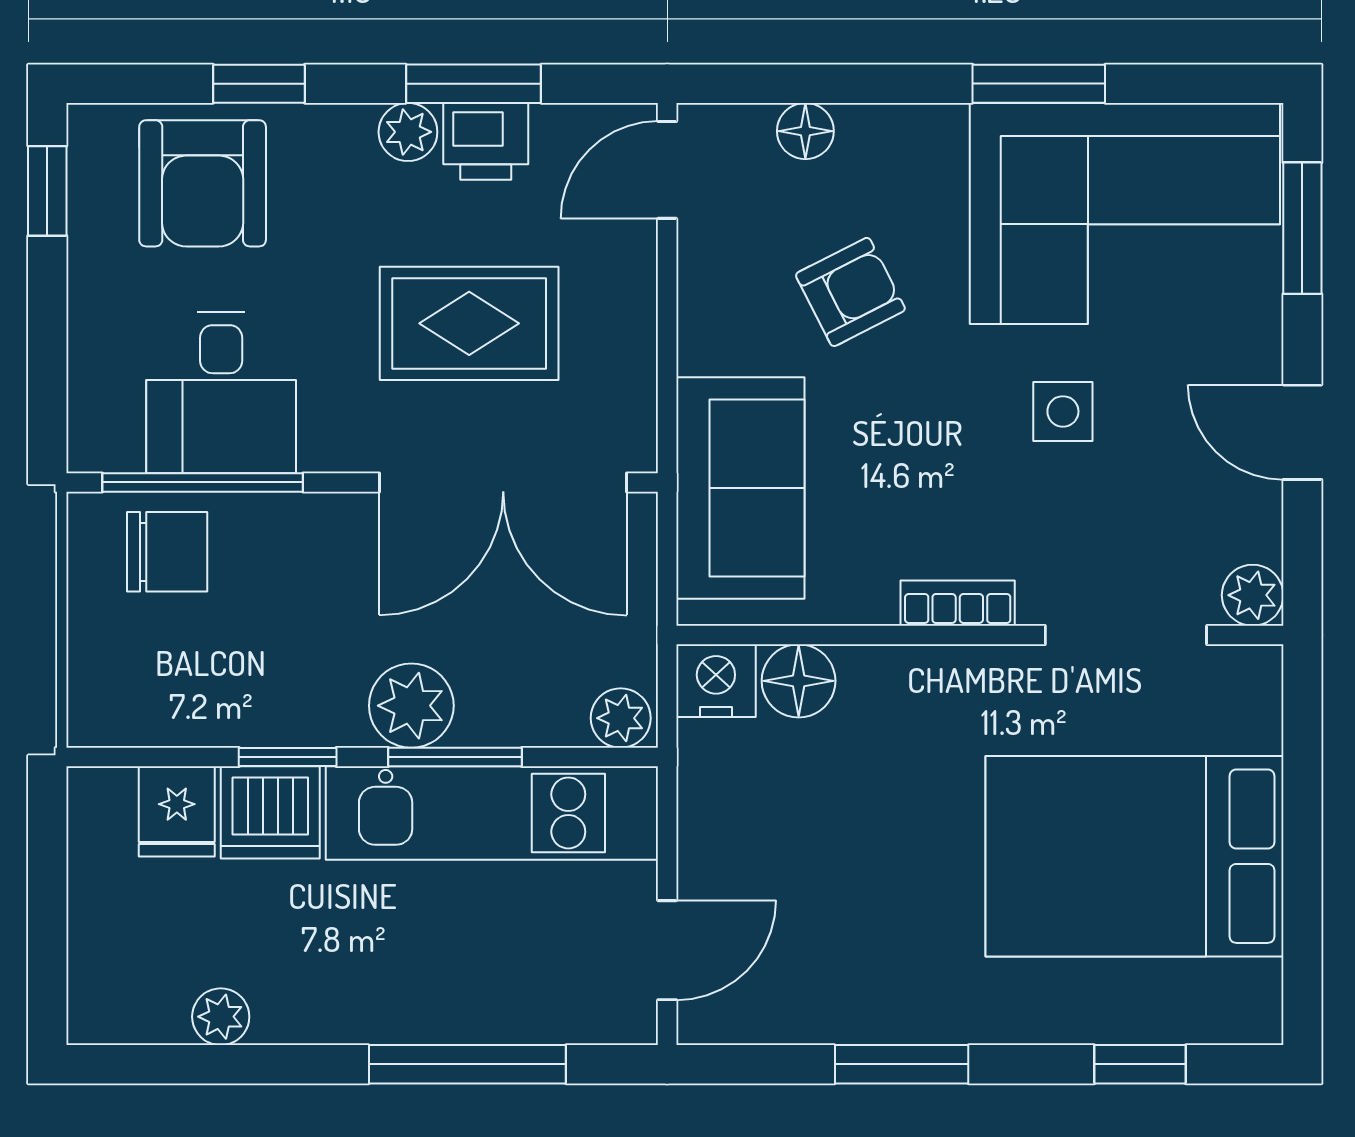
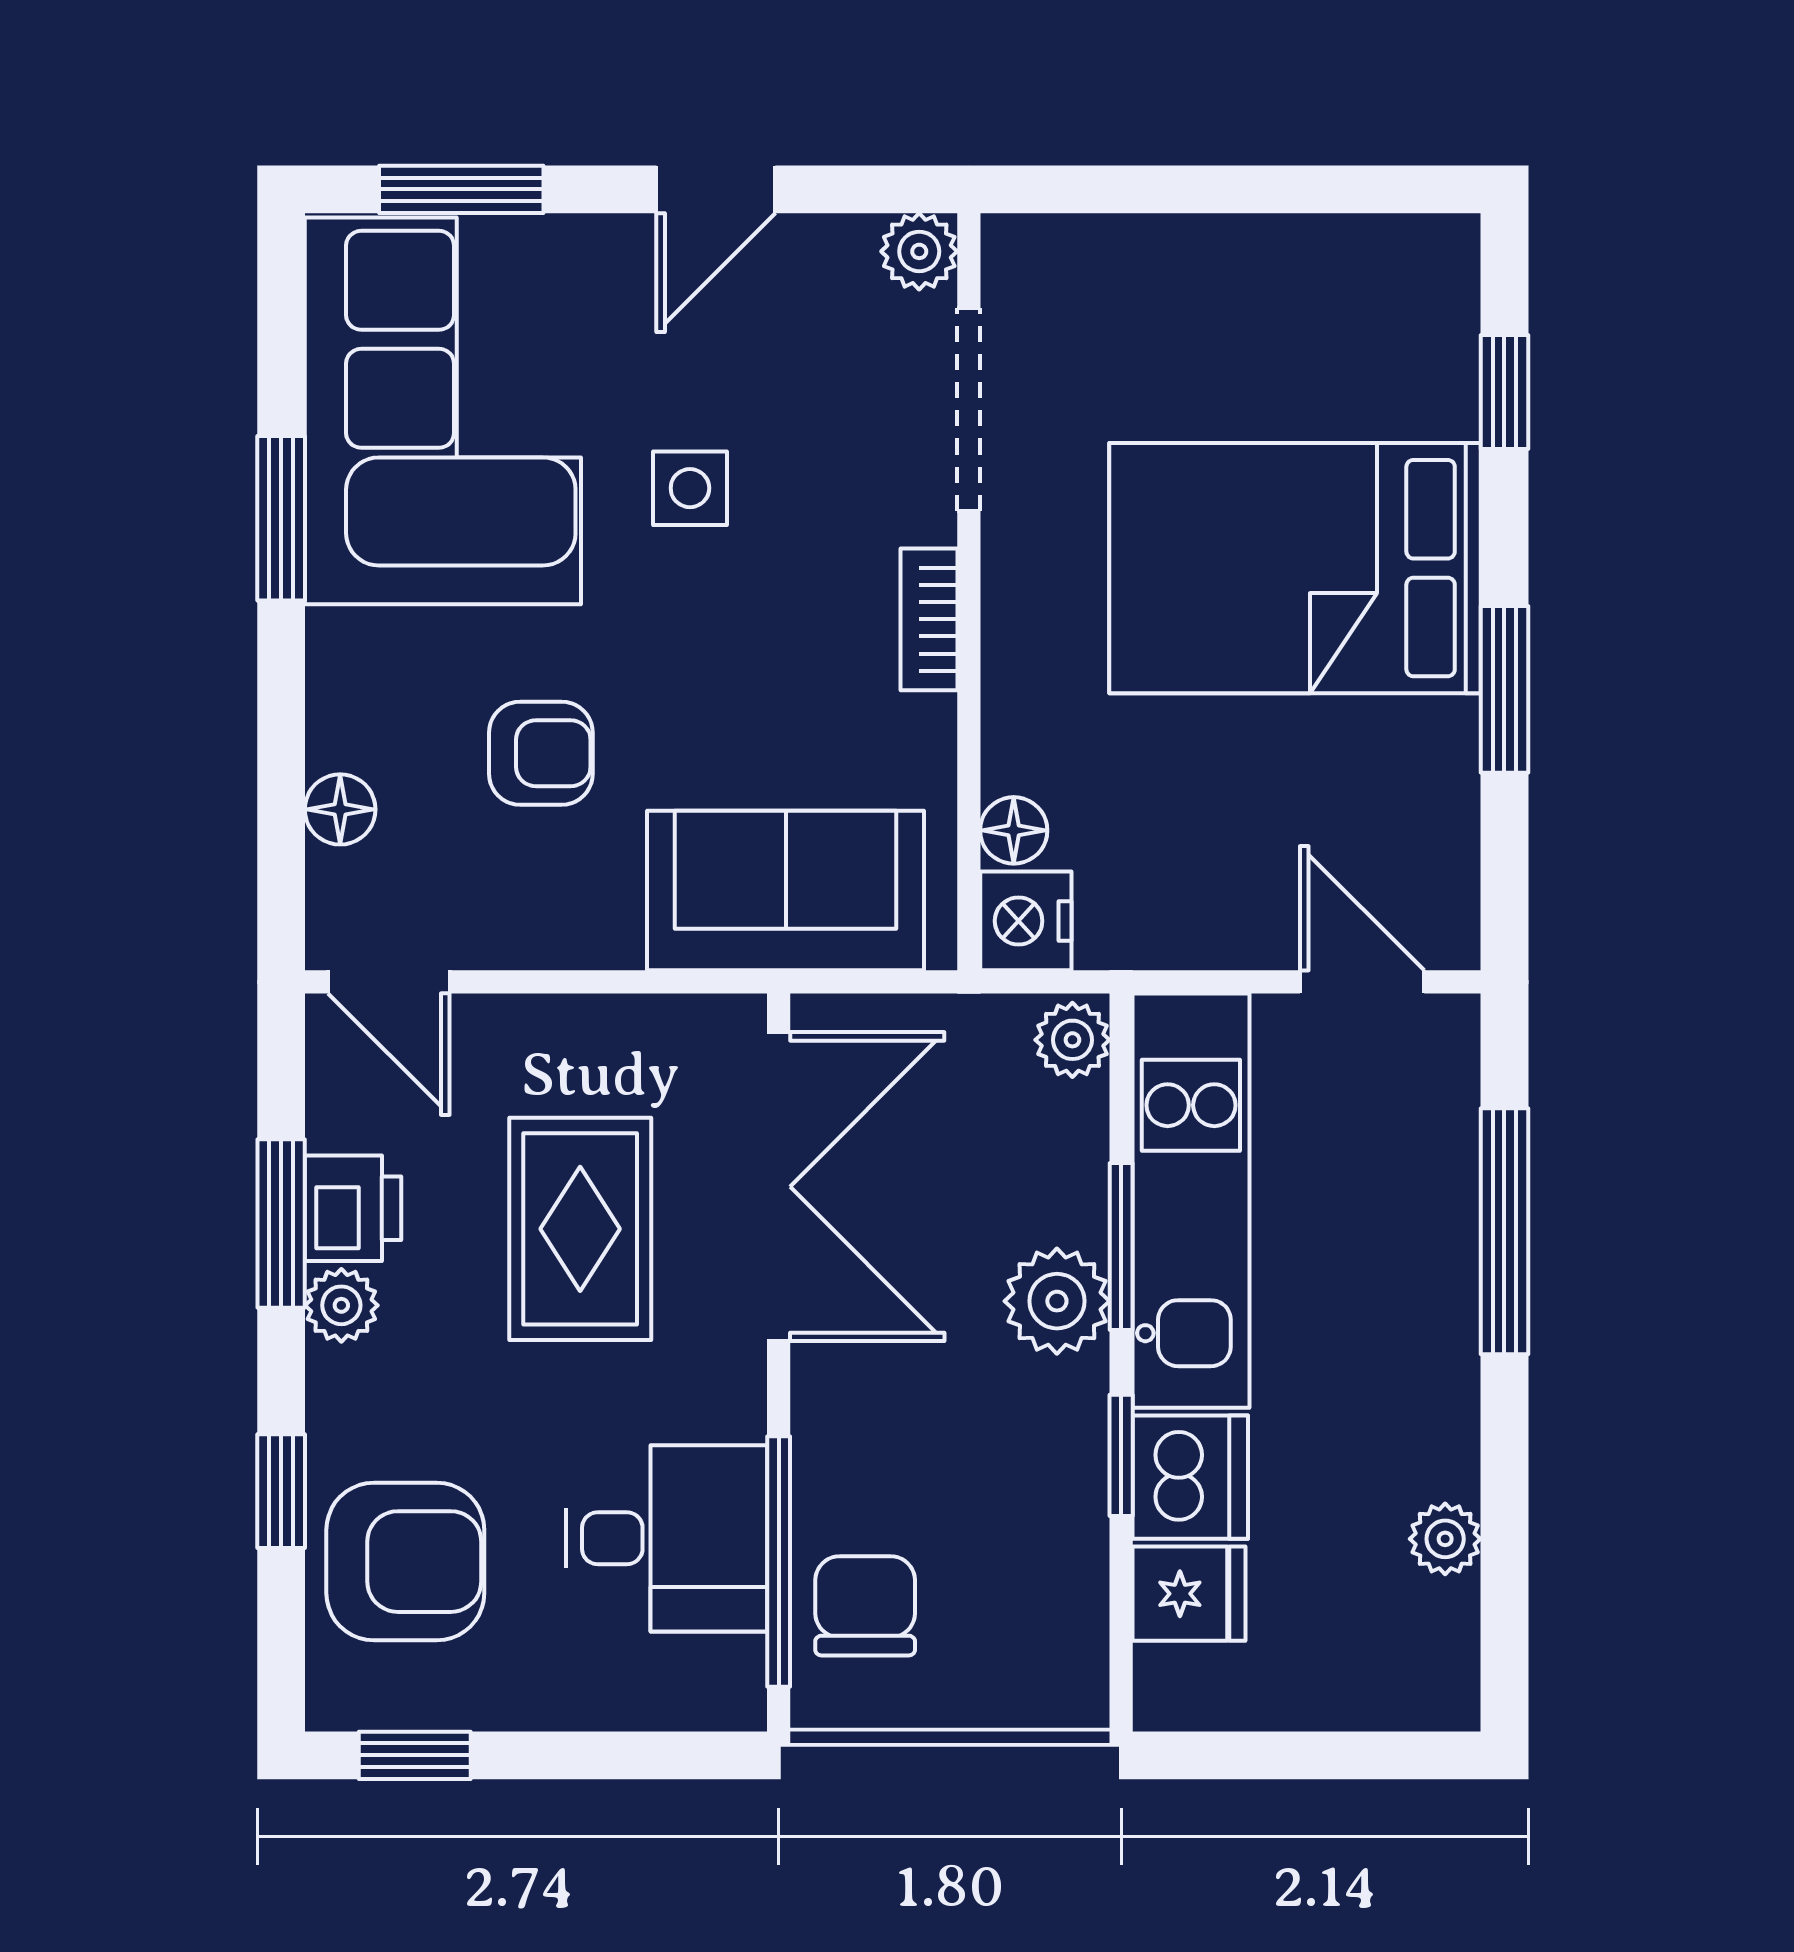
armchair: (850, 292) -> (541, 753), turned 117
floor lamp: (799, 681) -> (1014, 830), width x0.73, depth x0.73
bed: (1134, 856) -> (1295, 568), moved, turned 90

